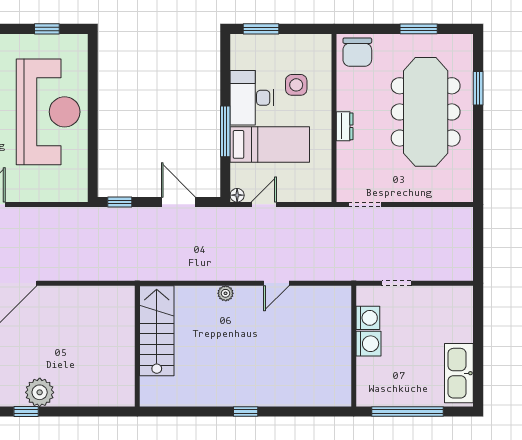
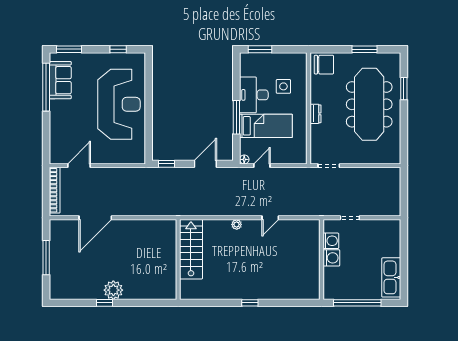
chair: (357, 52) -> (324, 65), turned -90
door: (178, 202) -> (205, 164), hinge flipped

